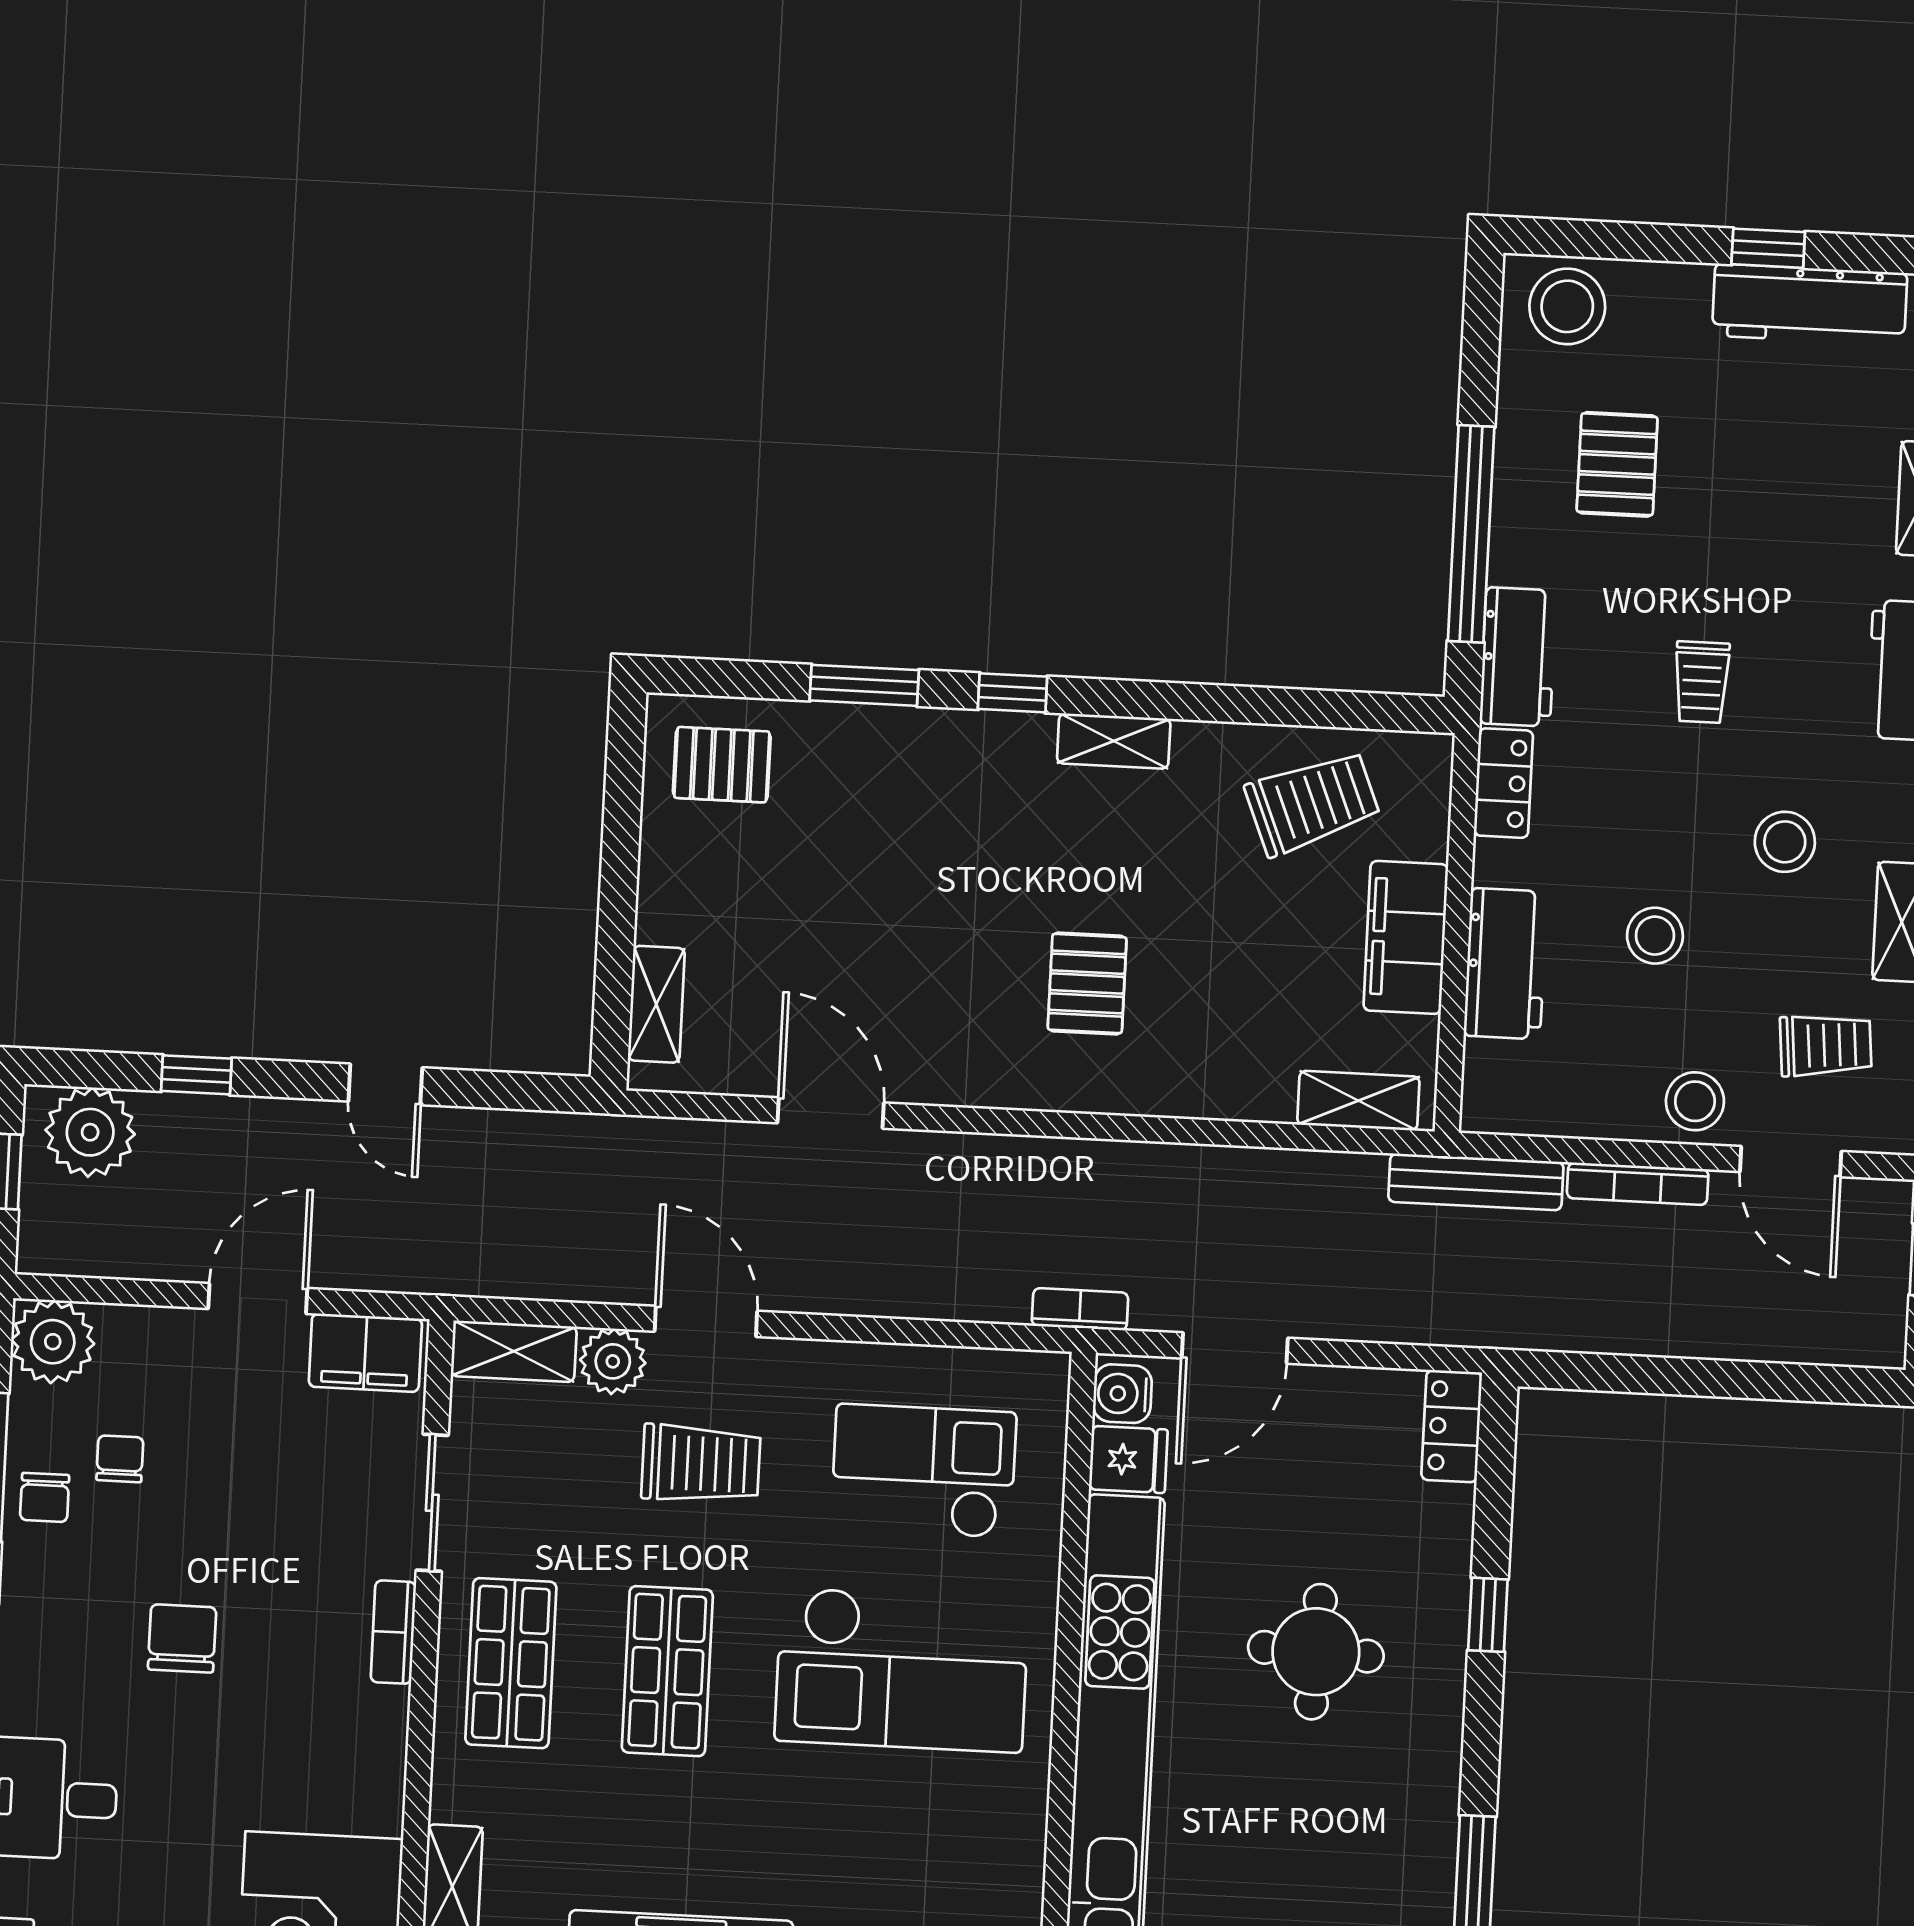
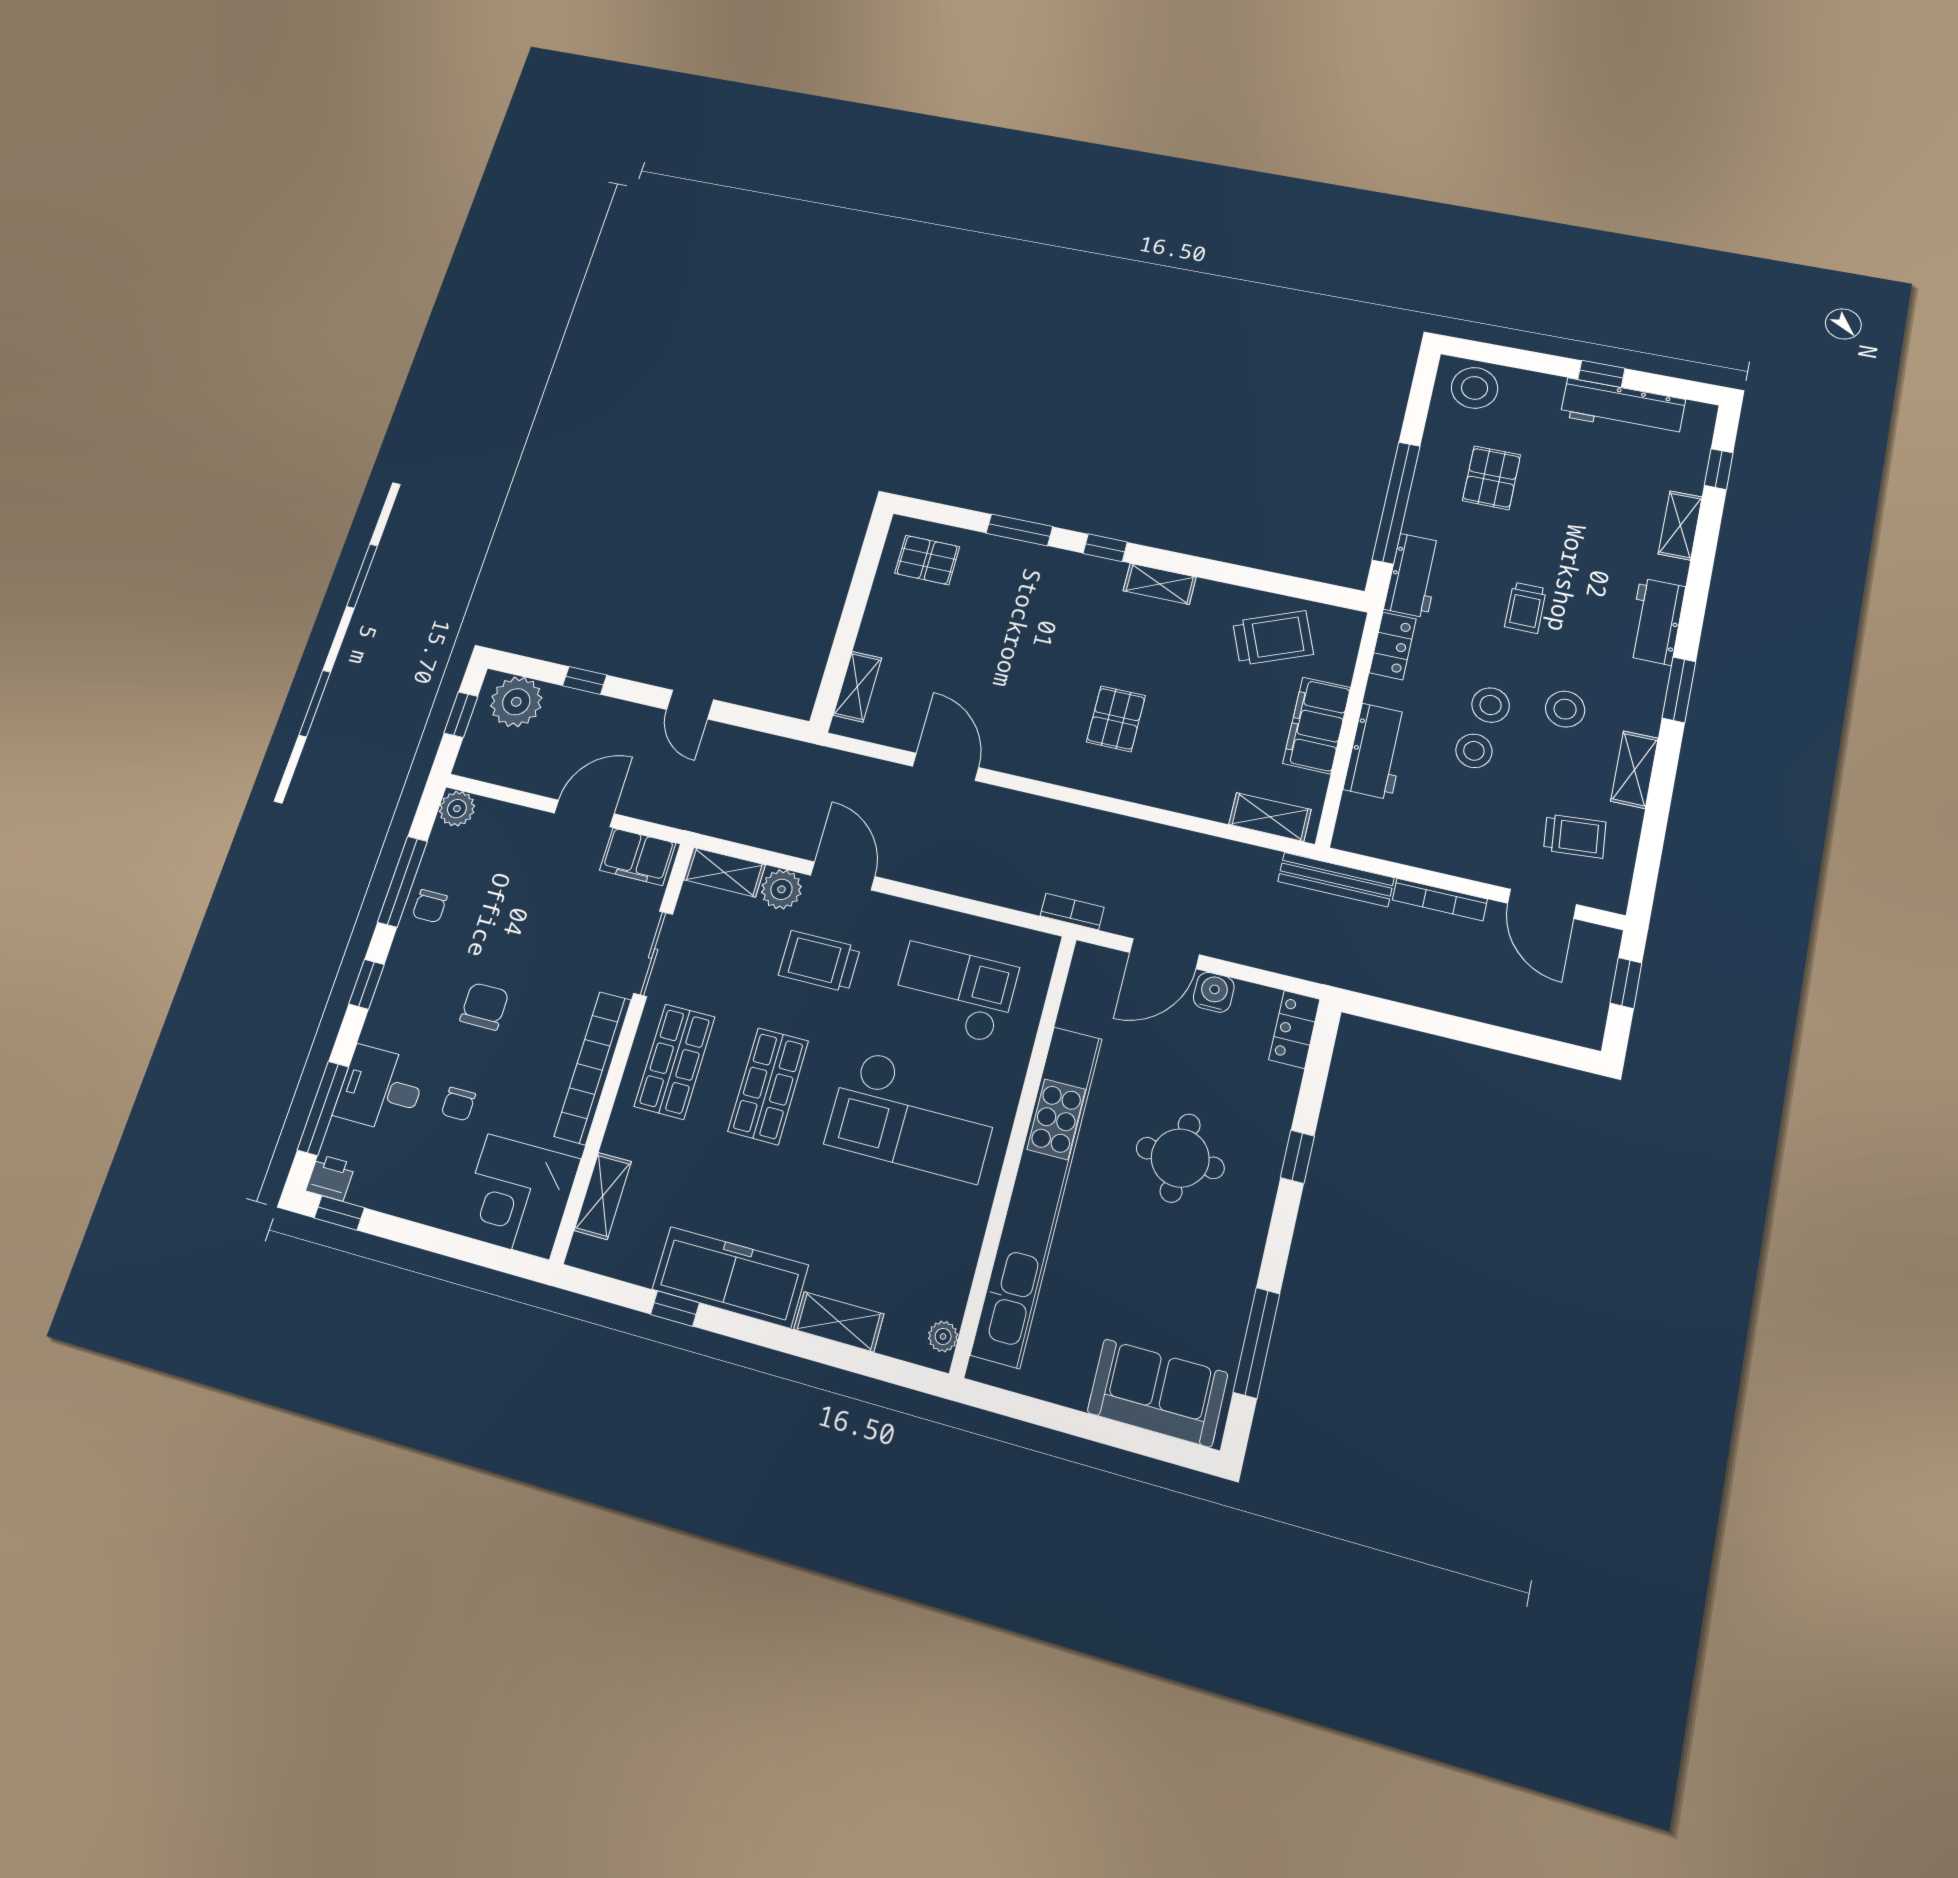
stool: (1695, 1101) -> (1491, 705), moved
plant: (53, 1342) -> (457, 809), width x0.73, depth x0.73
water cooler: (1122, 1394) -> (1214, 992), moved, turned 90
chair: (120, 1459) -> (458, 1104), moved, turned 180
fridge: (1128, 1459) -> (1084, 1010), removed
trolley: (701, 1464) -> (819, 961), turned 180
bookcase: (393, 1632) -> (593, 1068), width x2.31, depth x1.31

